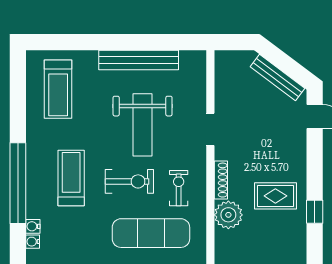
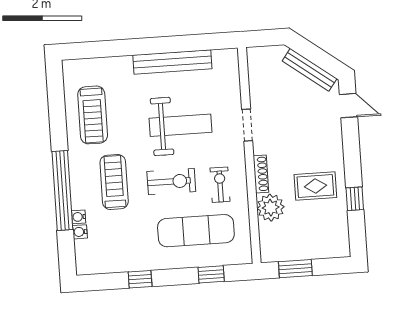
treadmill: (58, 89) -> (93, 115), moved
weight bench: (143, 125) -> (180, 125), turned -90
water cooler: (33, 242) -> (79, 217), moved

